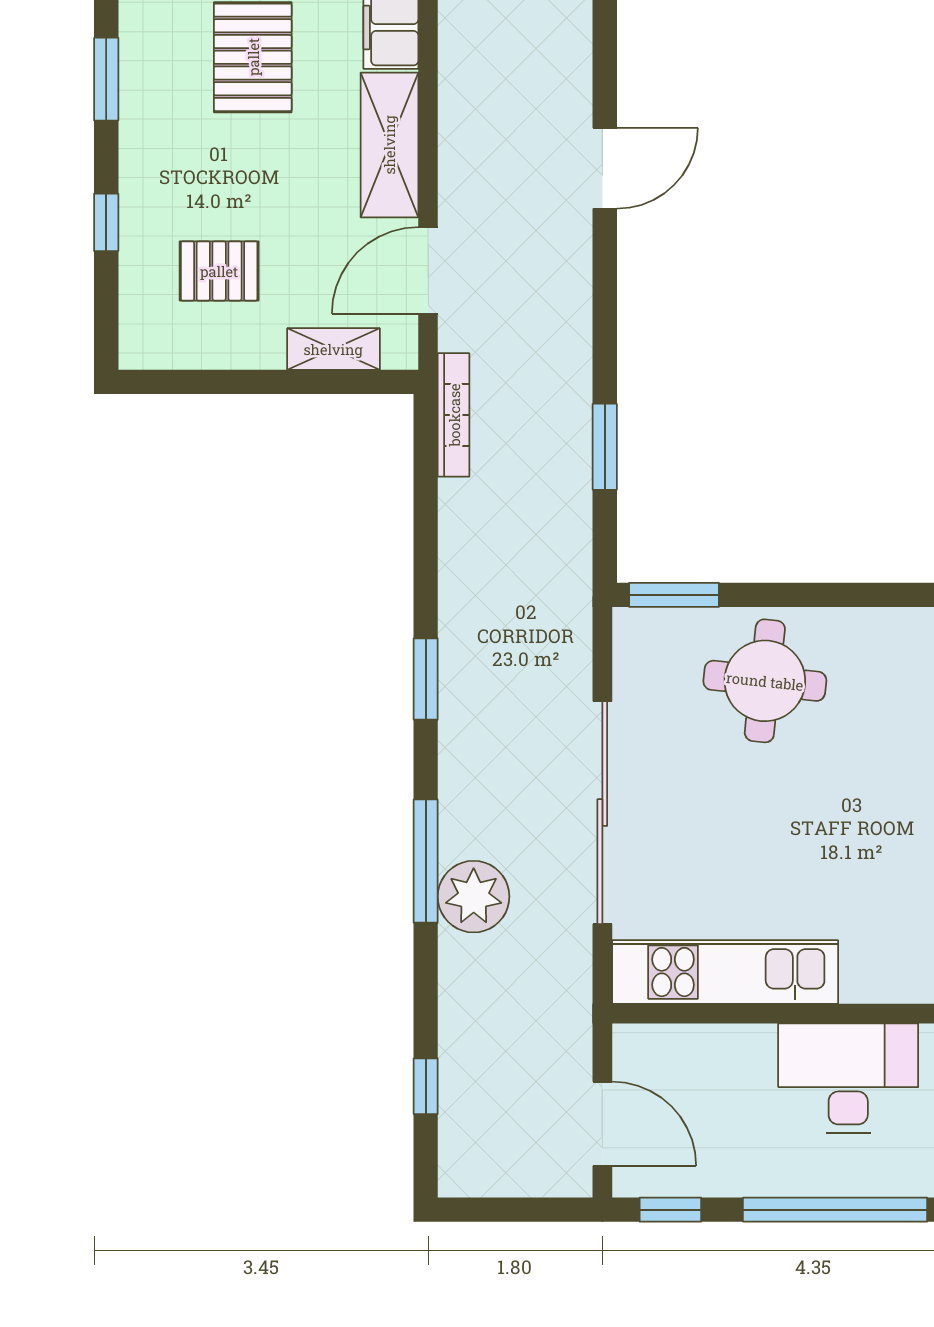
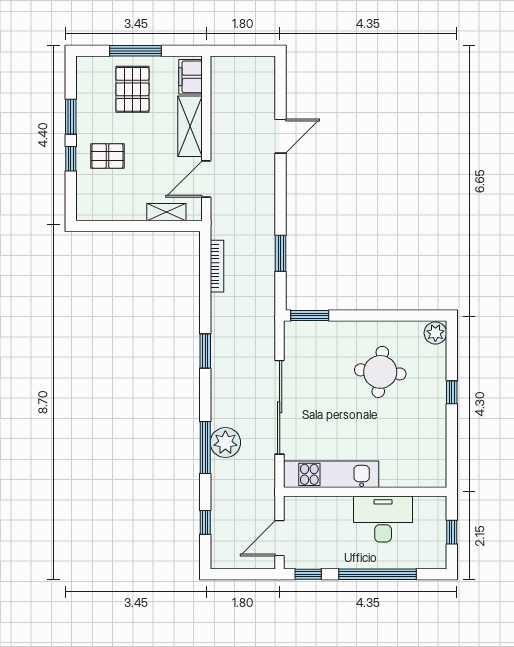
window: (106, 79) -> (71, 117), moved
pallet: (219, 271) -> (107, 156), moved
bookcase: (454, 415) -> (217, 266), moved
round table: (765, 681) -> (380, 372), moved
window: (426, 861) -> (205, 448), moved
door: (602, 1124) -> (280, 538), swing flipped

